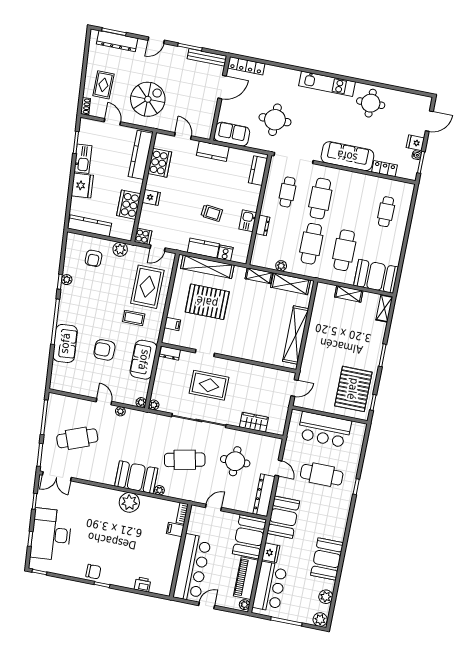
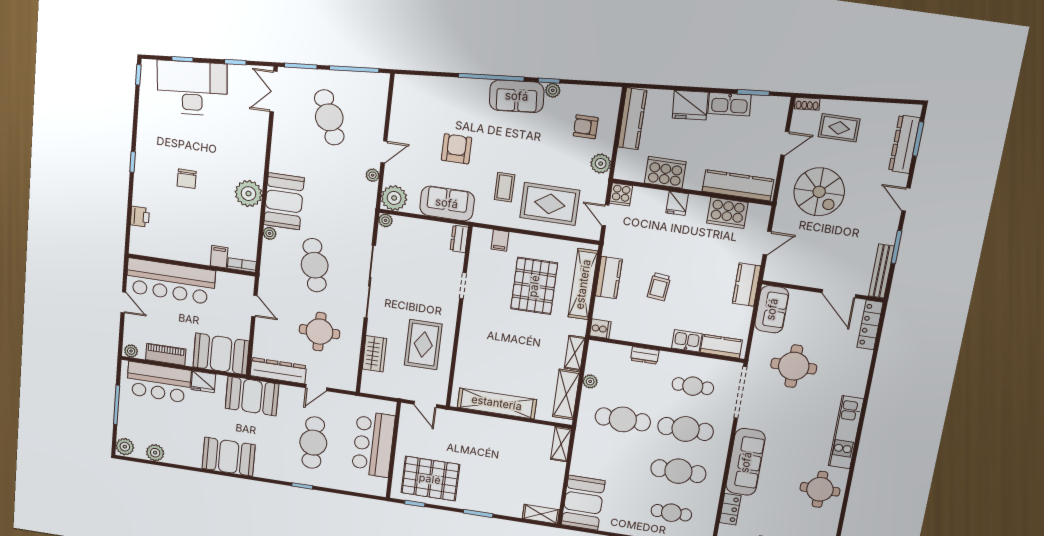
kitchen sink: (248, 221) -> (687, 341), moved
cafe table: (344, 250) -> (678, 471), moved
cooker: (225, 253) -> (600, 329), moved
shelving: (349, 294) -> (561, 444), moved
sofa: (65, 343) -> (517, 96), moved
rug: (209, 385) -> (423, 345), moved
plant: (141, 402) -> (394, 198), width x1.87, depth x1.87
booth: (327, 559) -> (229, 457), moved
chair: (93, 572) -> (187, 179), moved
piano: (246, 578) -> (166, 354), width x0.73, depth x0.75

